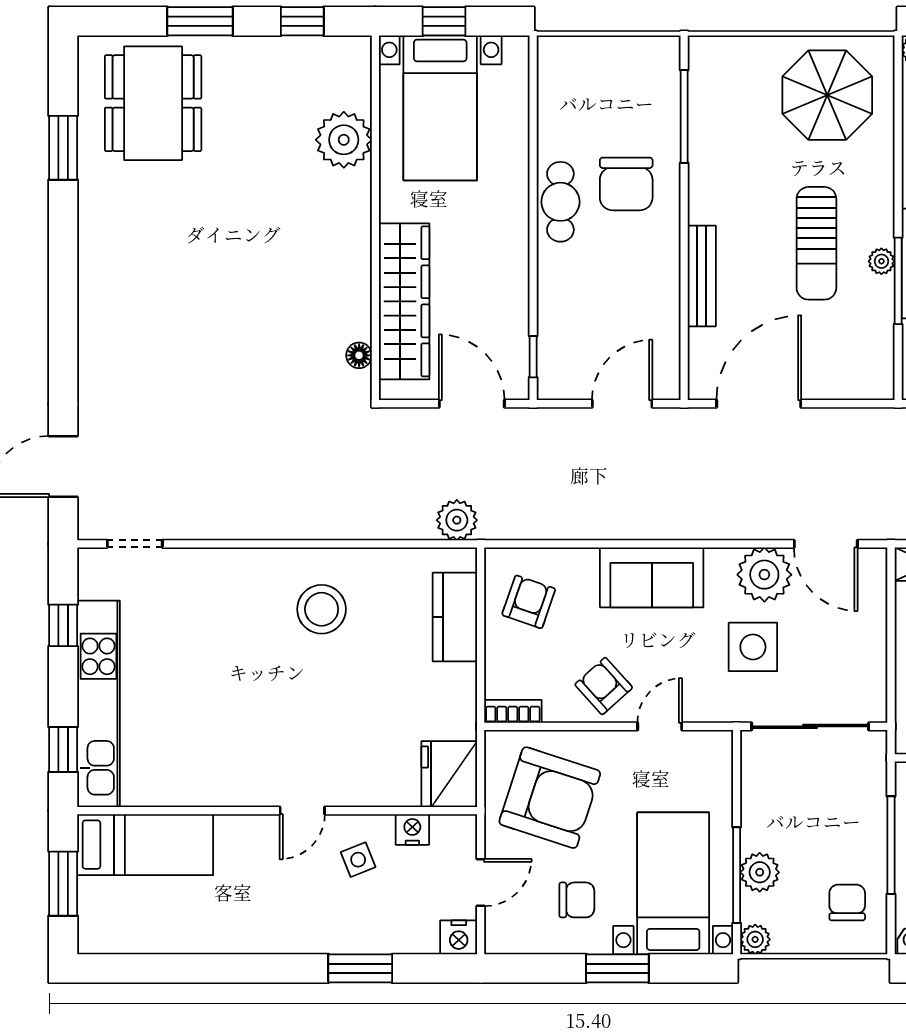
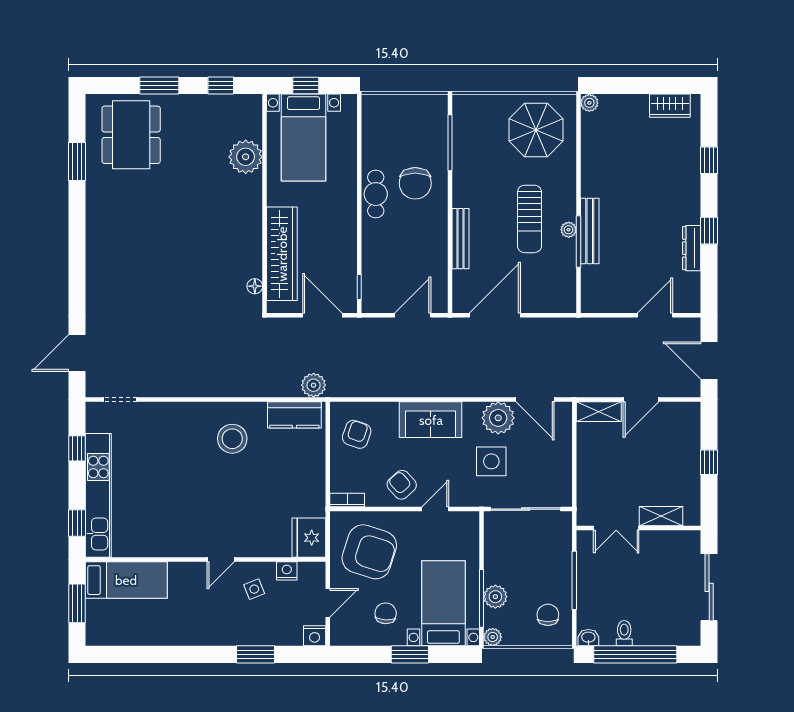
kitchen counter: (455, 617) -> (294, 415), moved, turned -90
chair: (577, 900) -> (386, 613), turned -86

